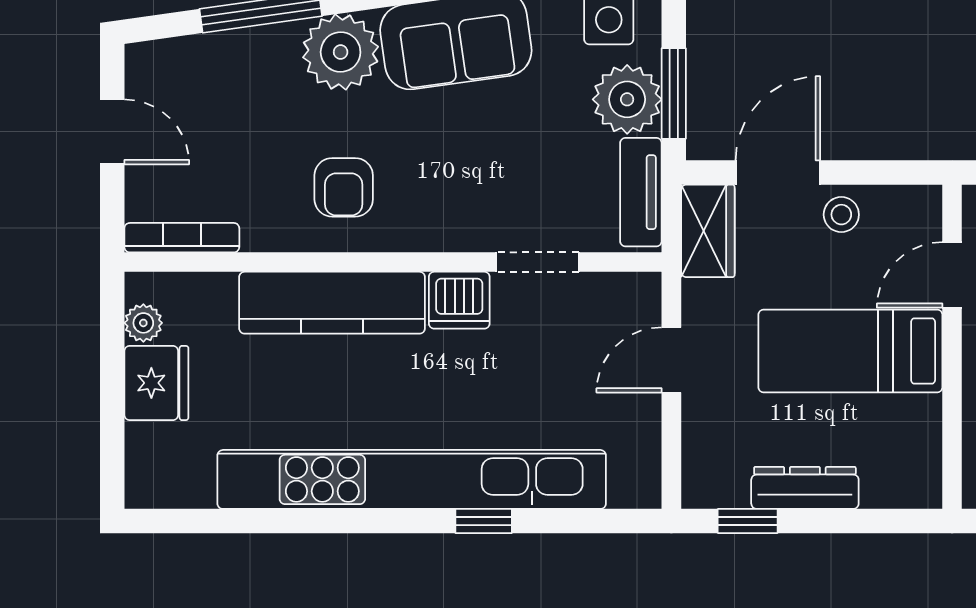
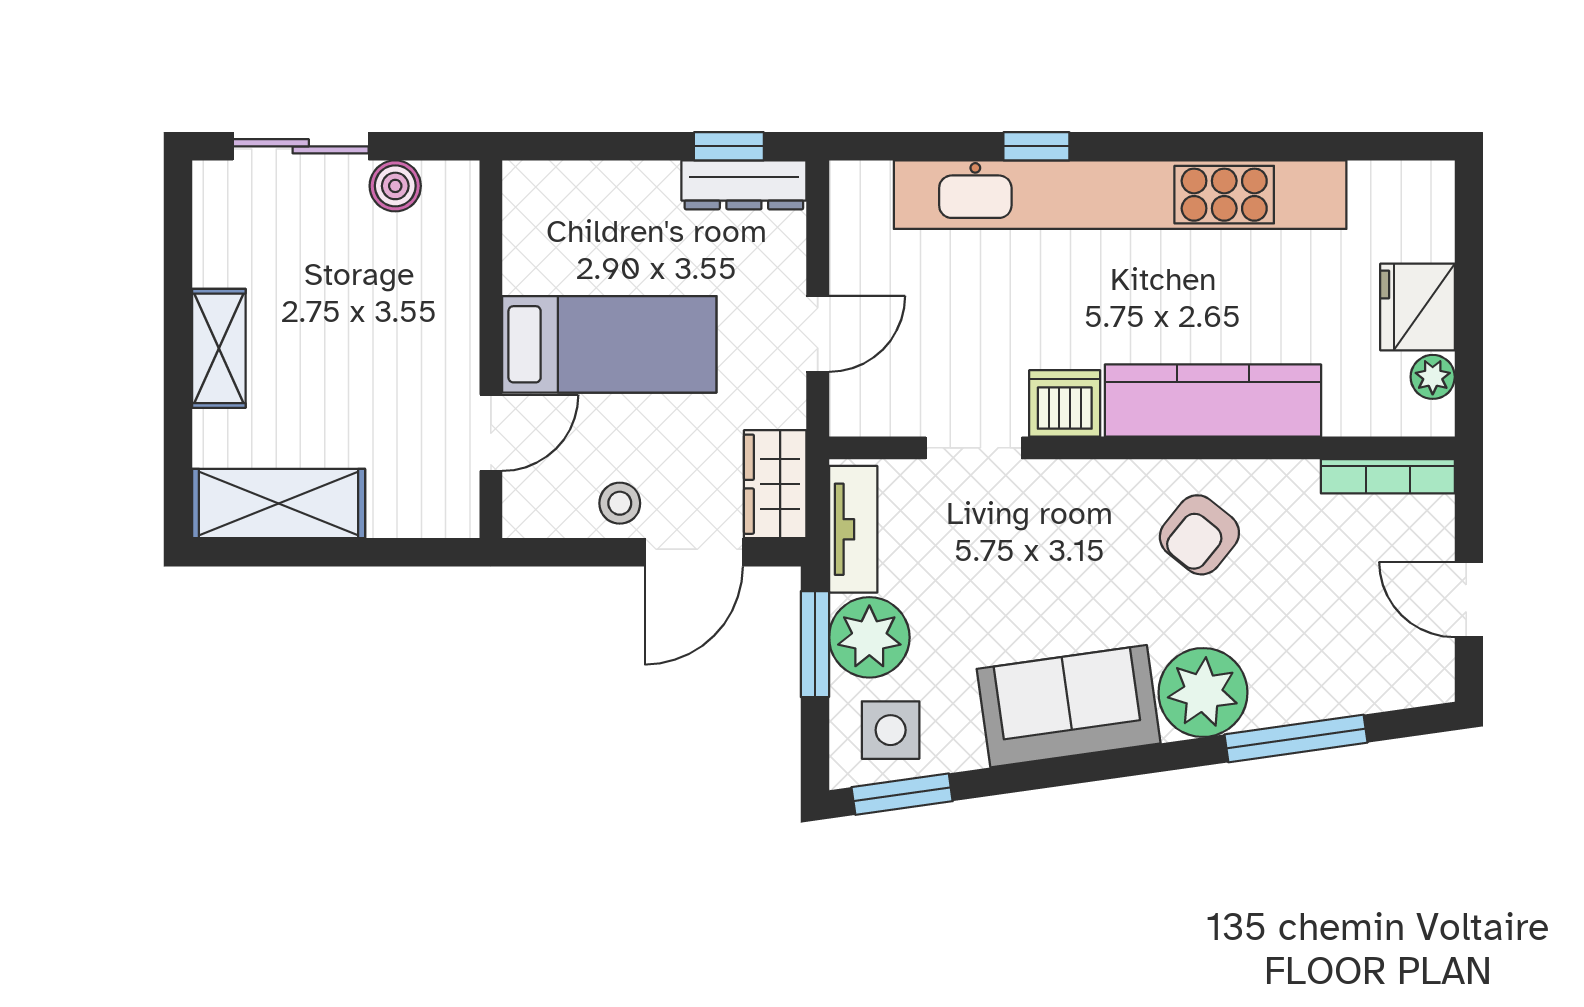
armchair: (344, 187) -> (1199, 535), turned -141
dresser: (805, 488) -> (744, 185), moved

